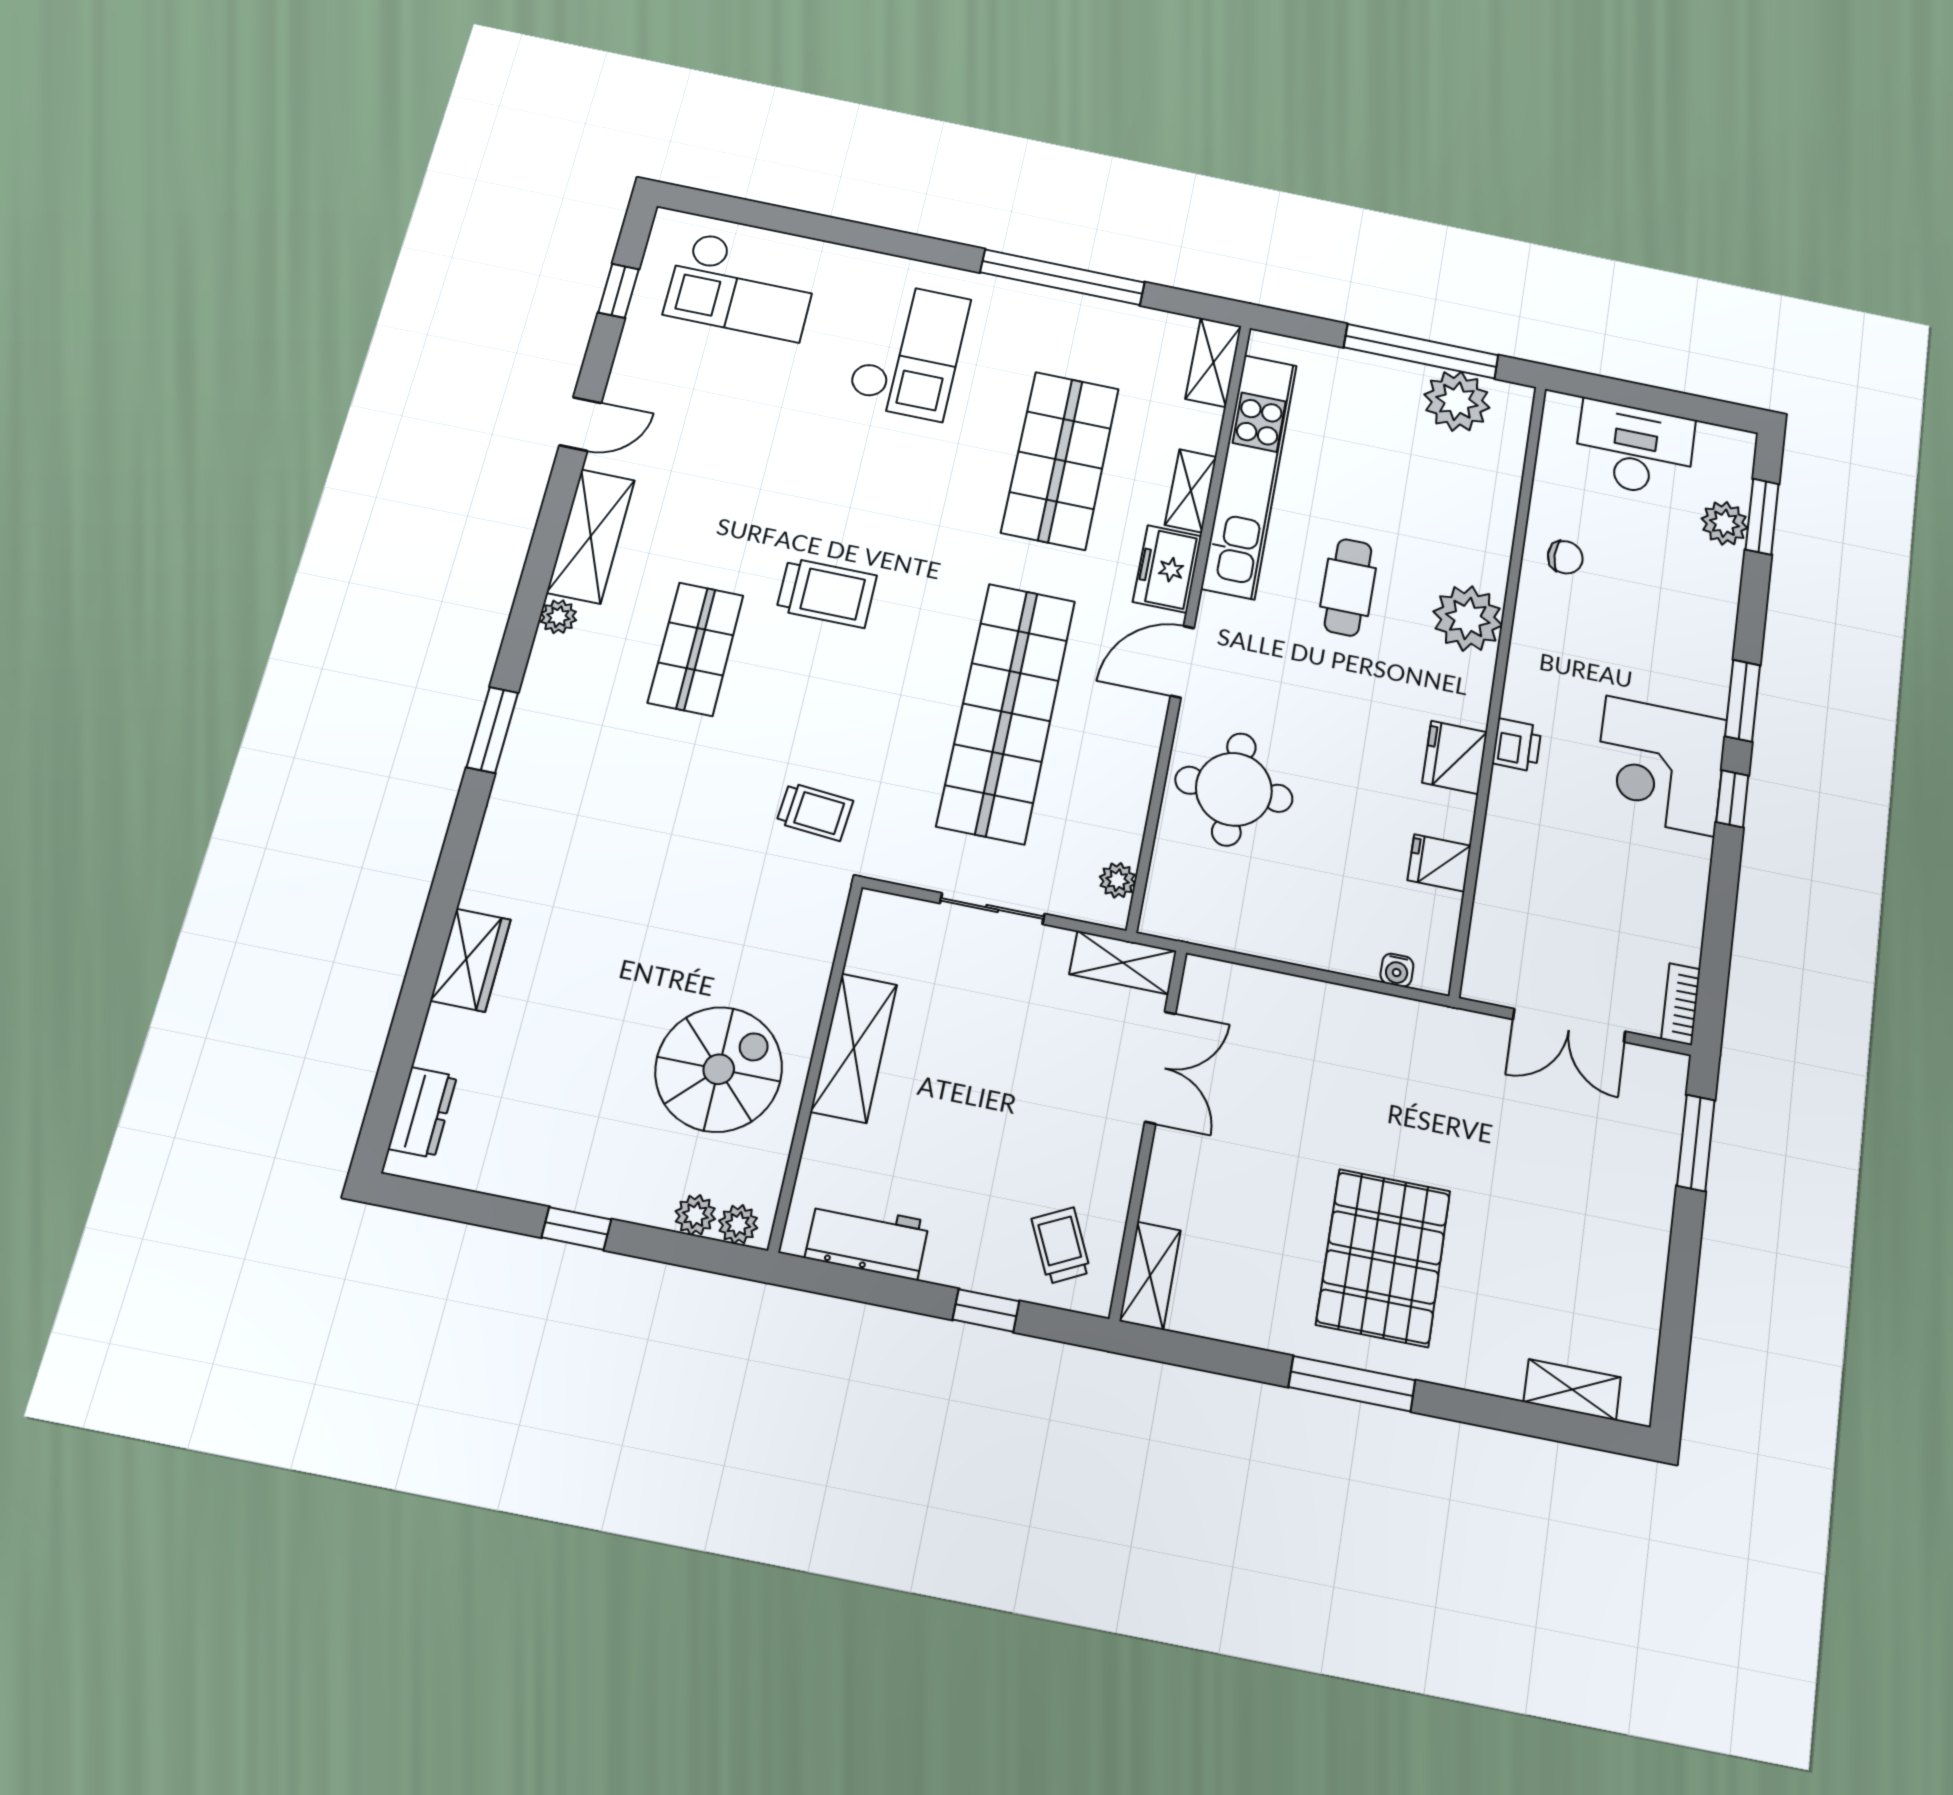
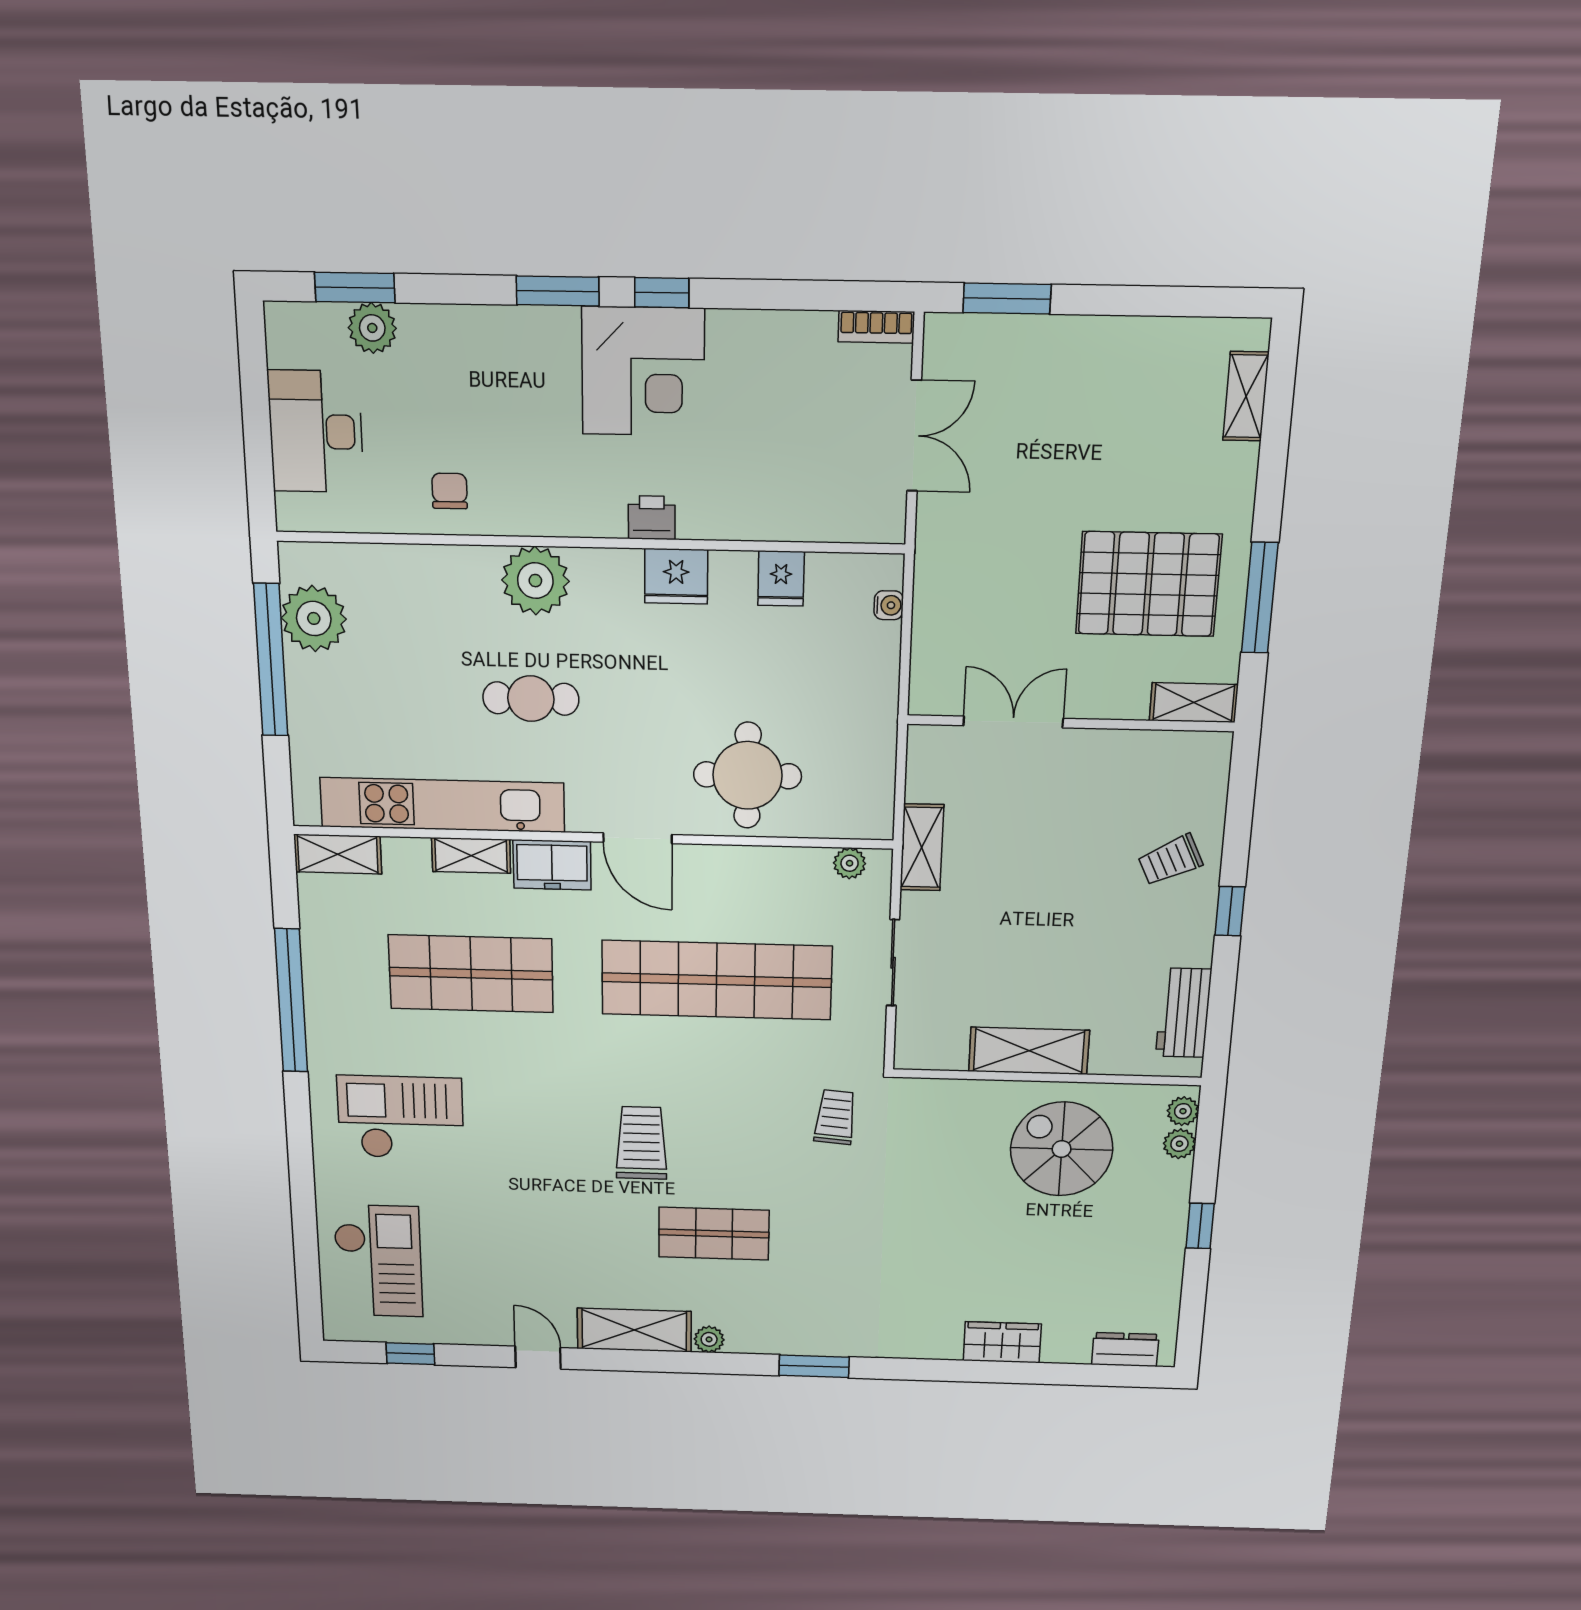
double door: (1160, 1067) -> (1013, 722), moved
wall: (1149, 1131) -> (1070, 723), moved
shelving: (1150, 1275) -> (1194, 703), moved

